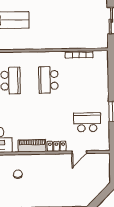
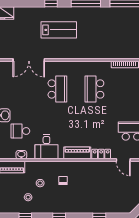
door: (79, 152) -> (123, 160), hinge flipped

